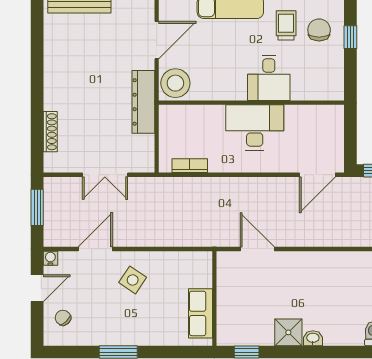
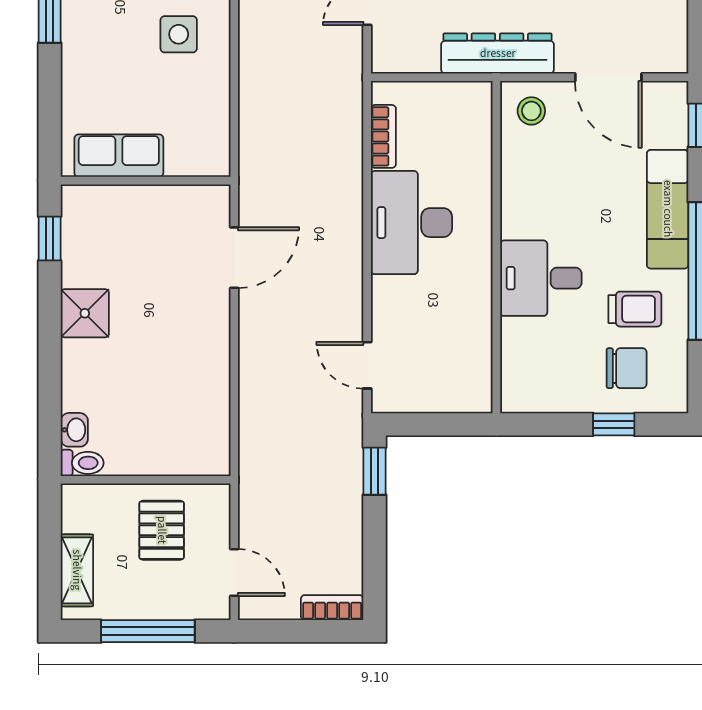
stool: (175, 83) -> (531, 111), width x0.53, depth x0.53
desk: (255, 127) -> (411, 223), moved, turned 180
door: (317, 175) -> (367, 365), width x0.73
side table: (133, 280) -> (179, 34), turned -34
washbasin: (313, 338) -> (74, 430), moved

